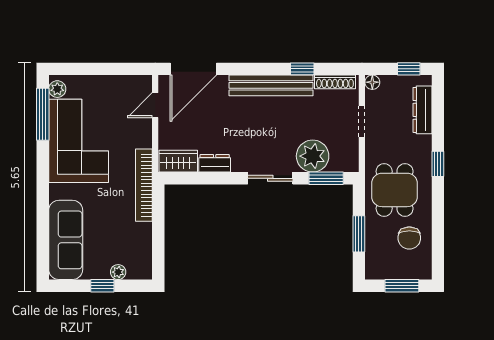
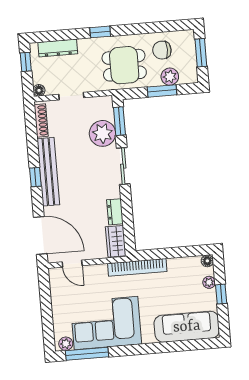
window: (302, 69) -> (35, 177), moved
chair: (409, 238) -> (162, 50), turned 180
plant: (376, 245) -> (170, 77), added
floor lamp: (145, 272) -> (207, 261), added

